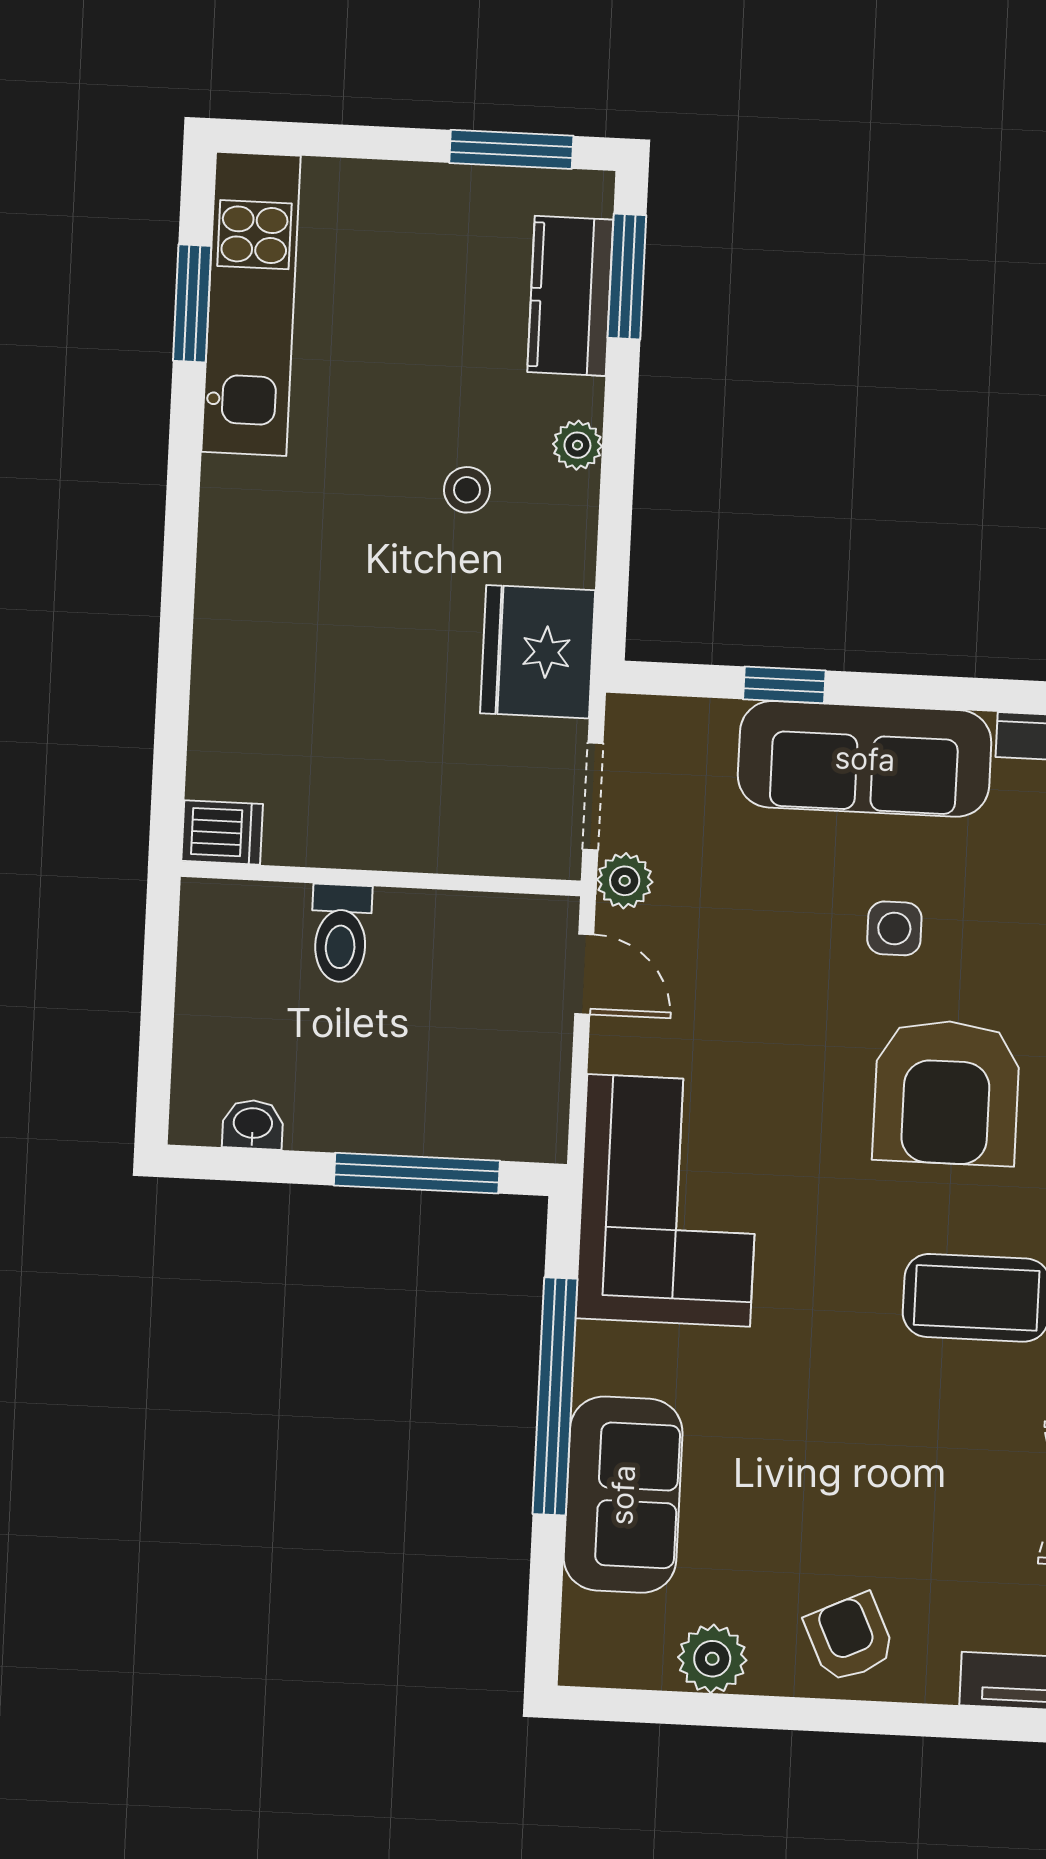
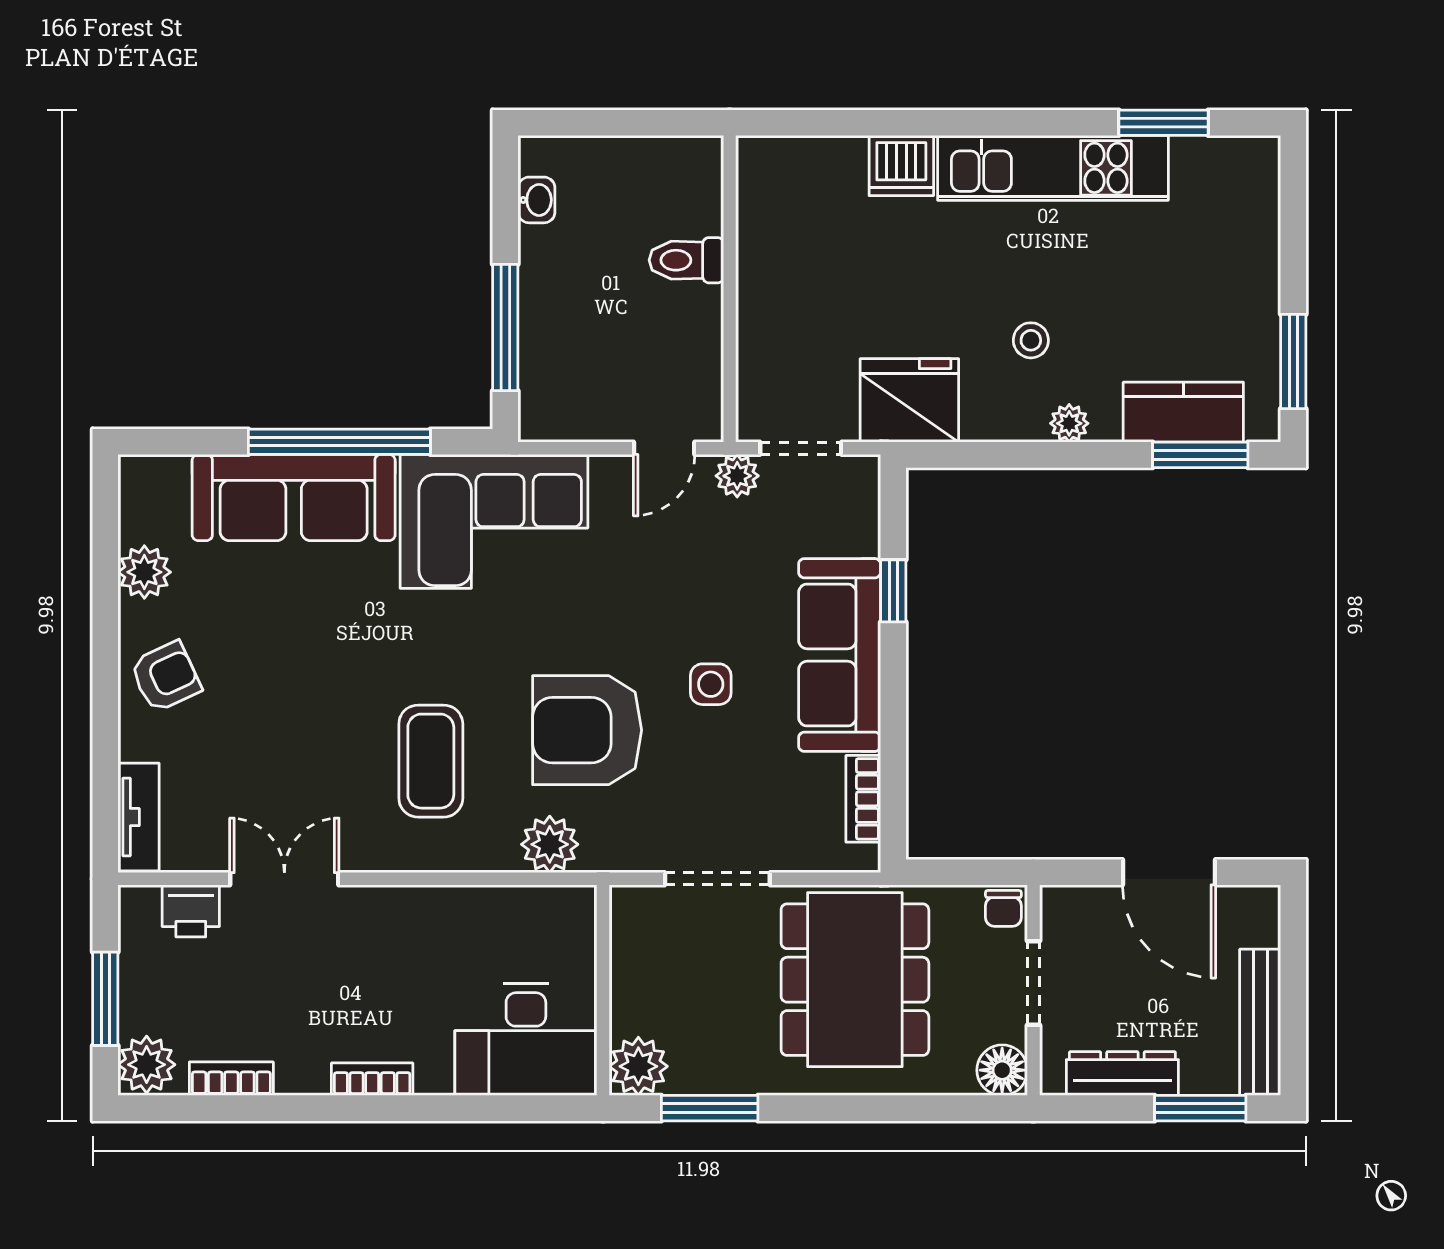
kitchen unit: (251, 304) -> (1053, 168), moved
dishwasher: (222, 832) -> (901, 166), moved, width x1.38
sofa: (623, 1495) -> (294, 498), width x1.36

